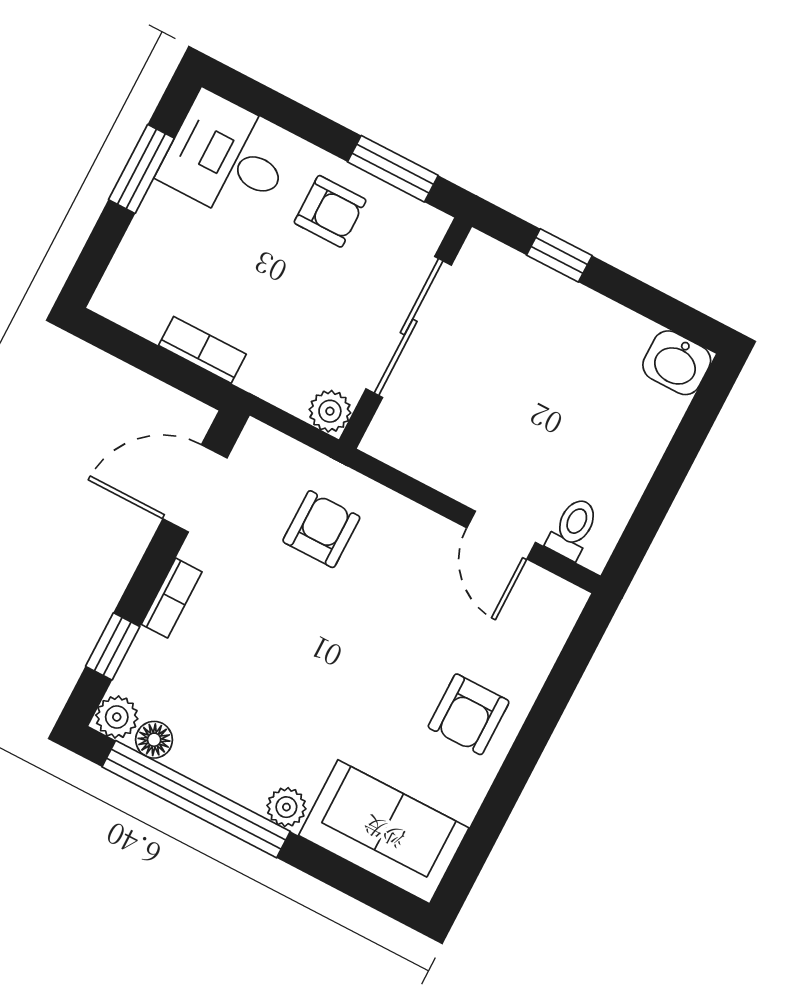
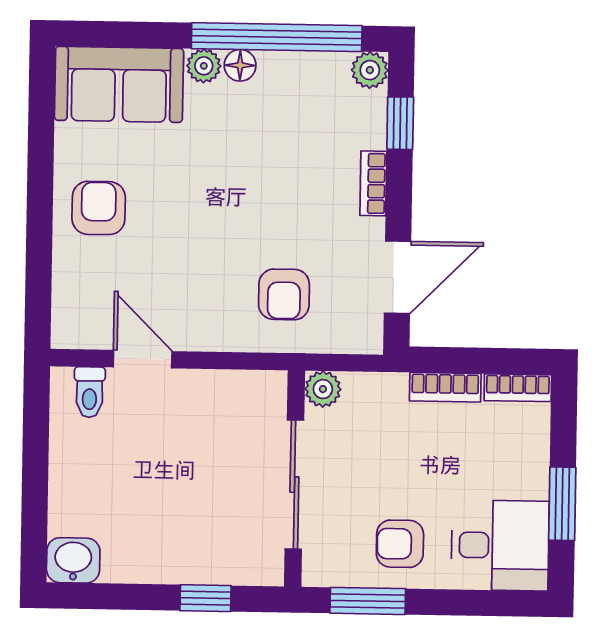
bookcase: (128, 312) -> (518, 388), added
floor lamp: (154, 740) -> (240, 65), moved

